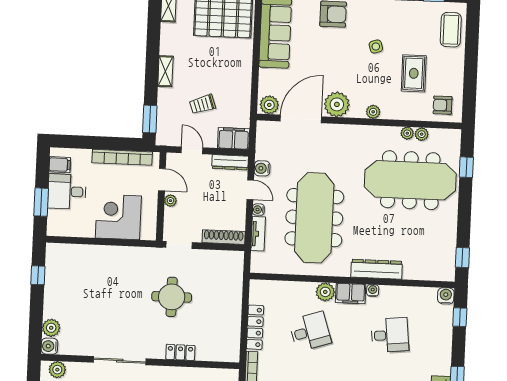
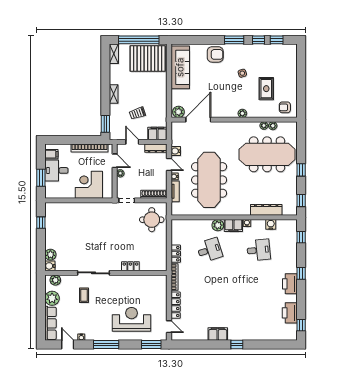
coffee table: (451, 30) -> (288, 61), removed
plant: (337, 104) -> (220, 110), removed
window: (466, 167) -> (301, 170), moved
dresser: (377, 269) -> (266, 210), moved
water cooler: (446, 296) -> (271, 224), moved
round table: (172, 297) -> (152, 220), moved
locker: (255, 327) -> (176, 254), width x0.66

